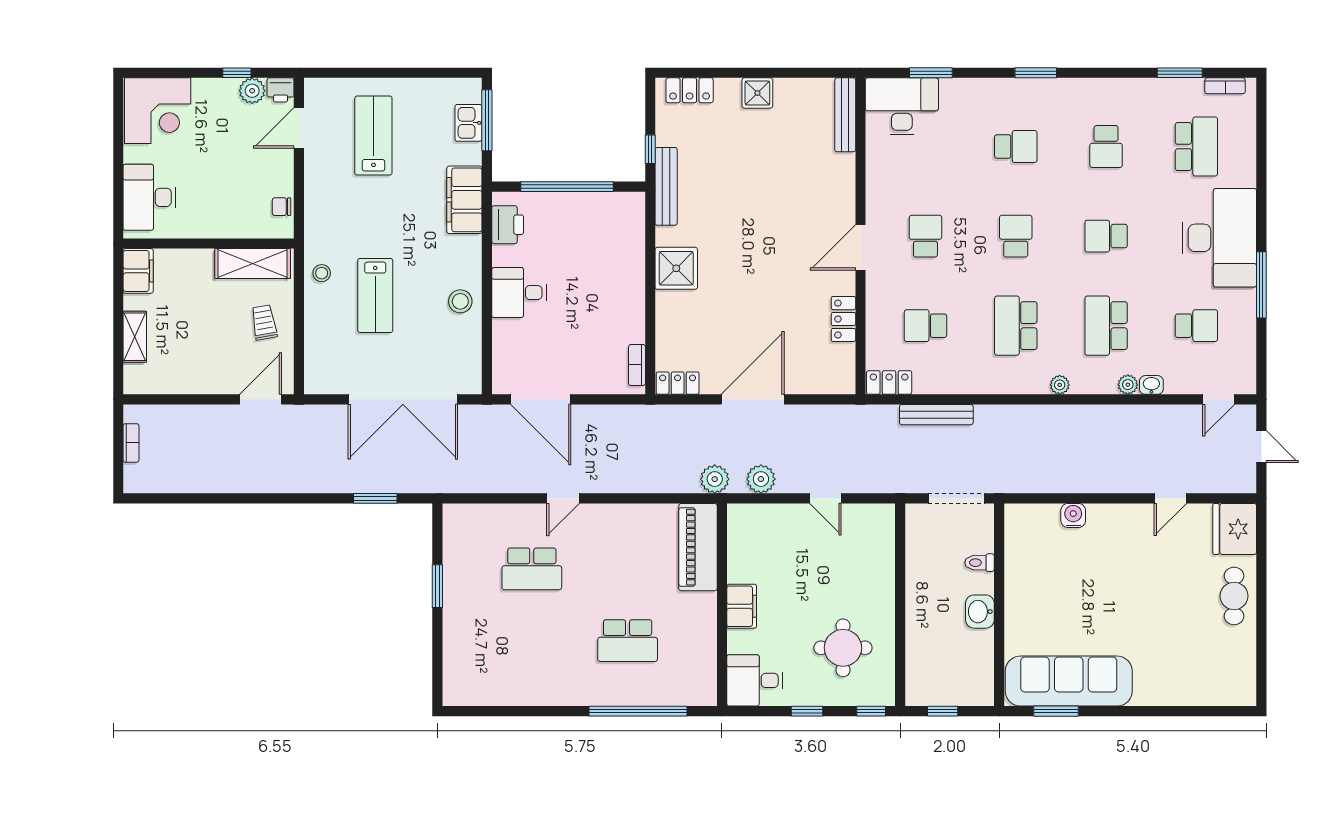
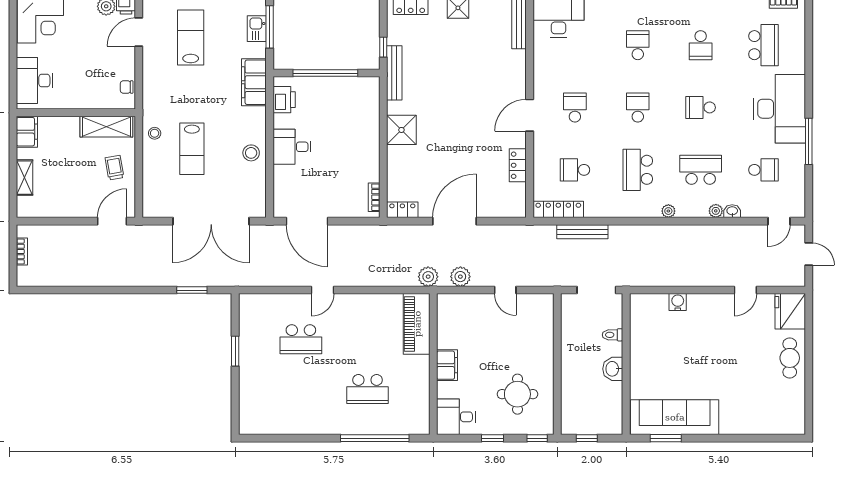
school desk: (1016, 147) -> (638, 45), turned -90
school desk: (1106, 326) -> (701, 170), turned 90
locker: (889, 382) -> (558, 209), width x1.53

